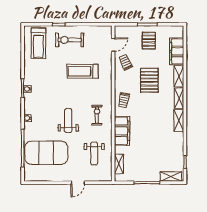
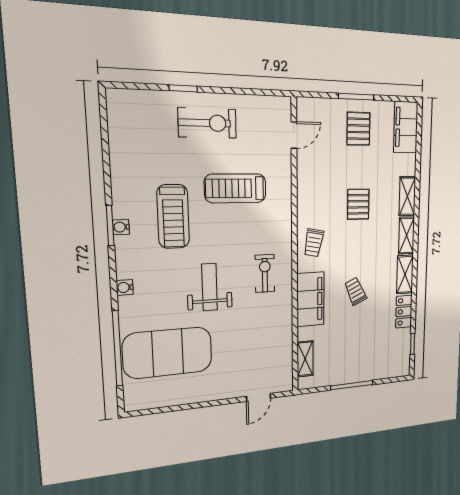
exercise bike: (70, 40) -> (207, 123), turned 180
treadmill: (38, 43) -> (173, 216), moved
filing cabinet: (177, 51) -> (406, 127), moved
trolley: (126, 62) -> (355, 291), moved
pallet: (149, 80) -> (358, 204), width x0.67, depth x0.71
locker: (179, 142) -> (404, 312), added
weight bench: (94, 153) -> (261, 345), removed
shelving: (171, 177) -> (390, 370), removed
door: (78, 183) -> (259, 397), moved

